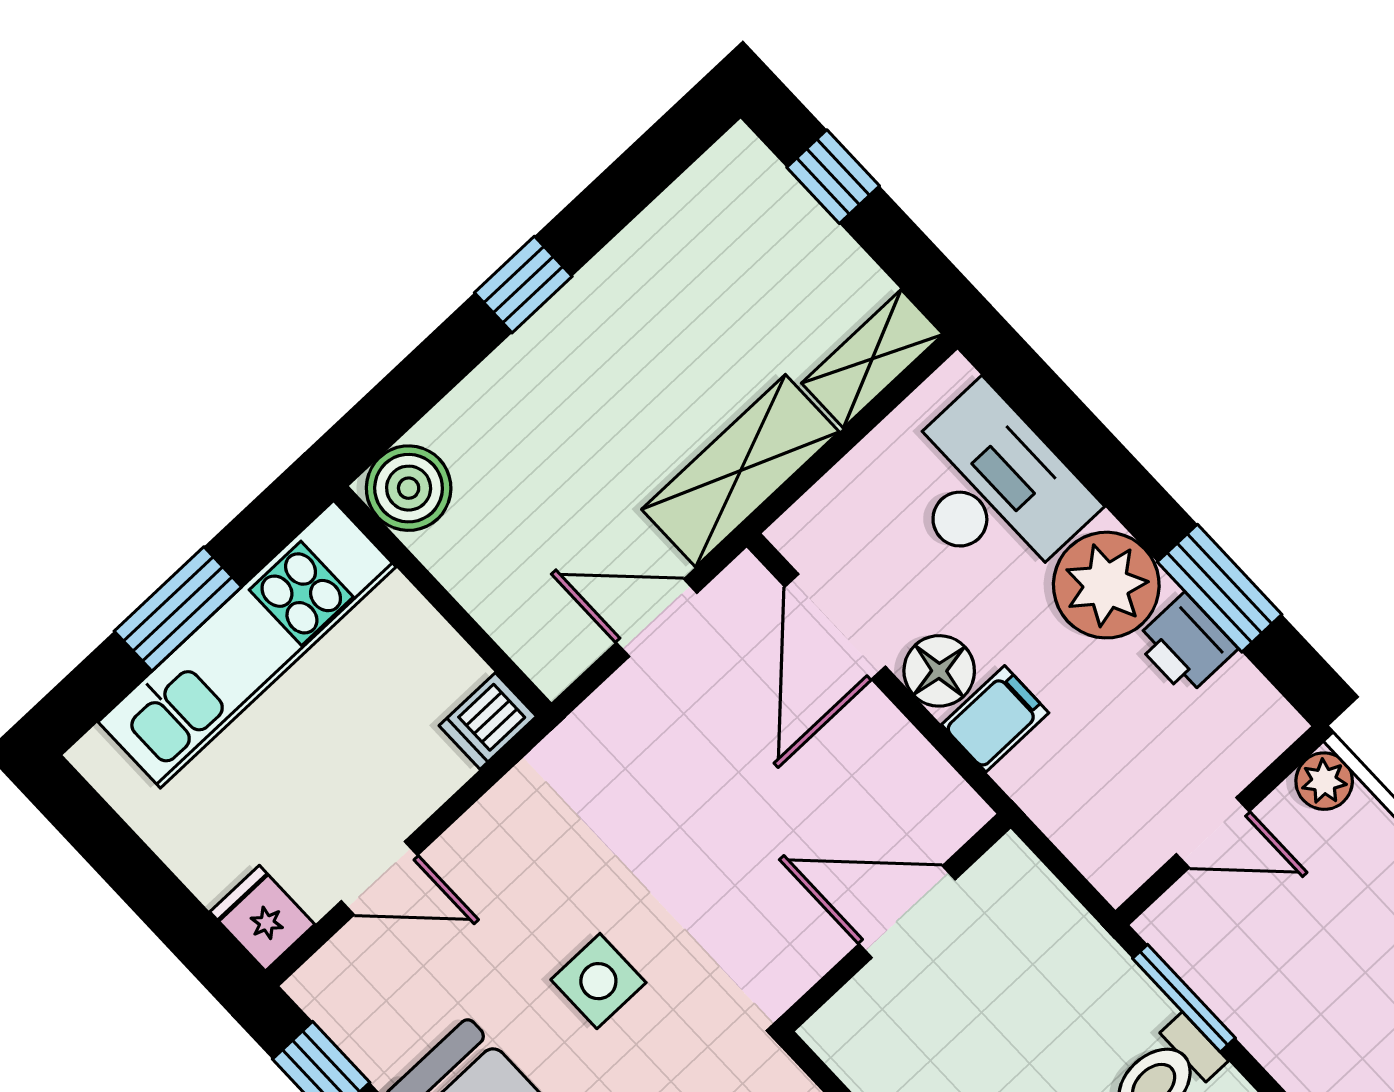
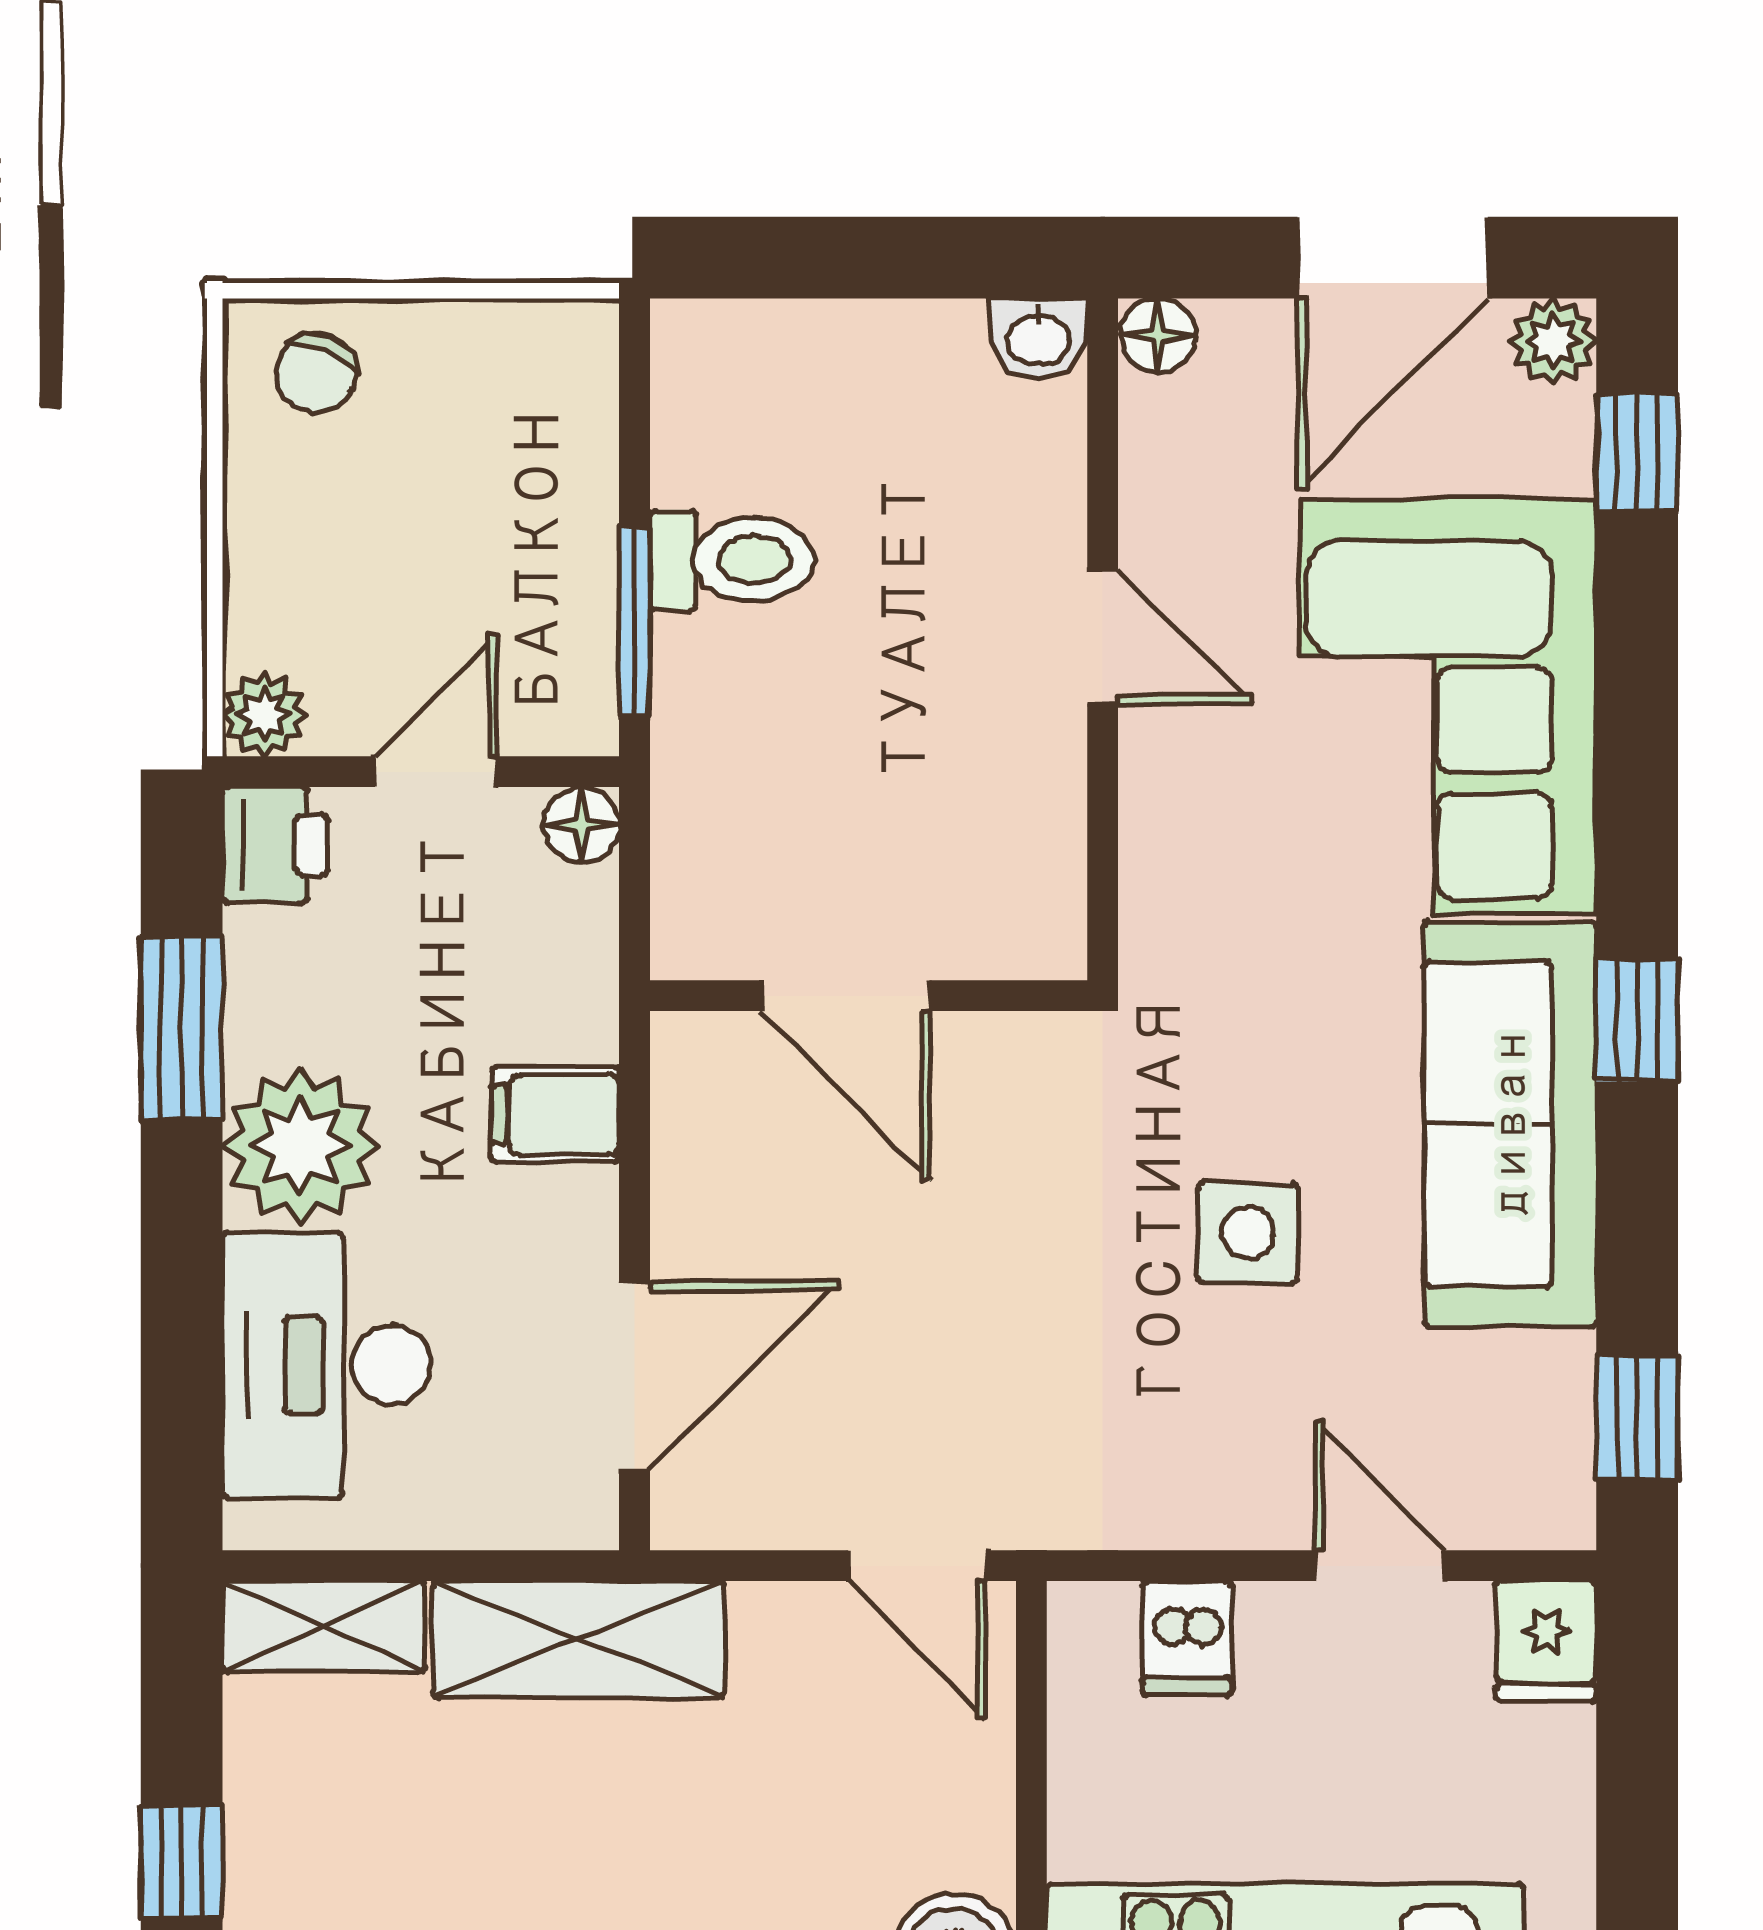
door: (657, 618) -> (917, 1566), moved
printer: (1186, 645) -> (275, 845), moved
floor lamp: (939, 671) -> (581, 825), moved, width x0.73, depth x0.73
dishwasher: (488, 721) -> (1187, 1638), moved, turned 90
door: (1213, 833) -> (436, 772), hinge flipped

